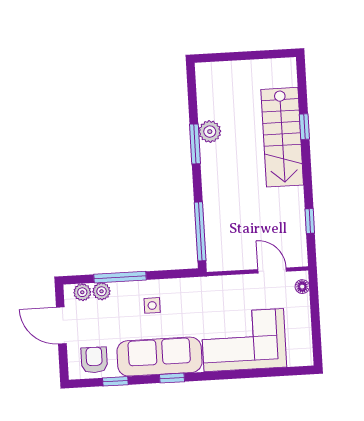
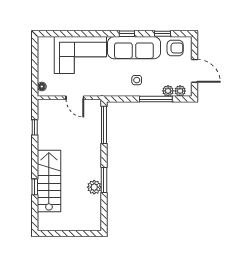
door: (272, 270) -> (75, 98), moved
armchair: (94, 360) -> (175, 48), turned -90

